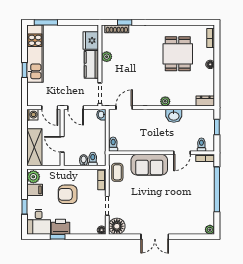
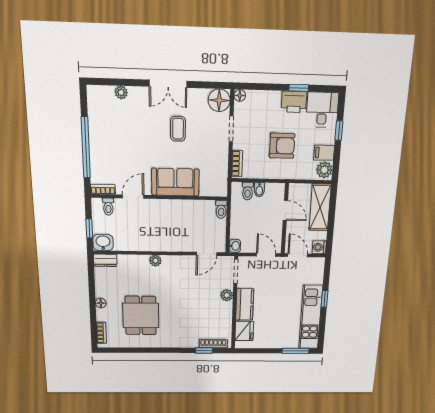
plant: (107, 57) -> (227, 295), moved
washbasin: (174, 116) -> (103, 242), moved
coffee table: (117, 172) -> (178, 129), moved
plant: (210, 230) -> (121, 92), moved
double door: (155, 237) -> (168, 84), swing flipped

